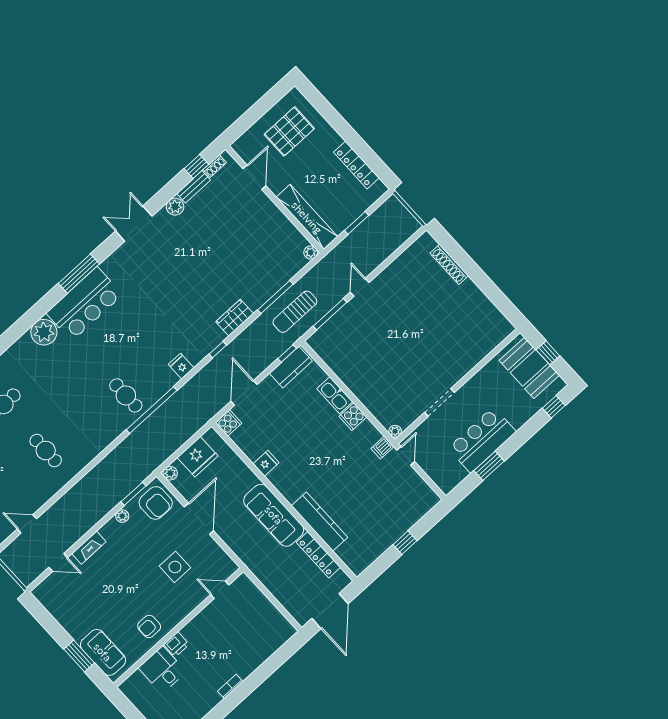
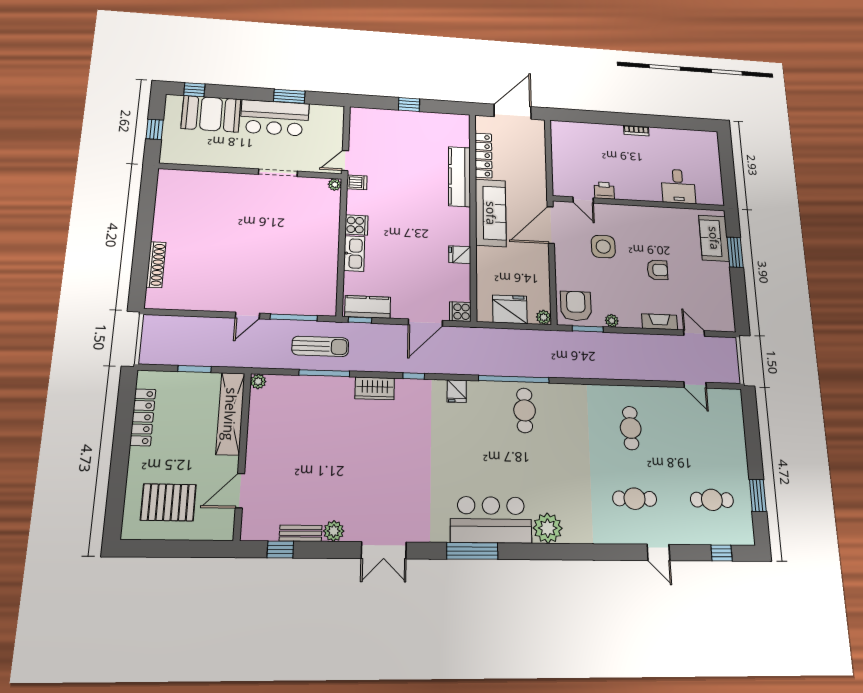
shoe rack: (215, 166) -> (264, 534), removed
booth: (529, 368) -> (211, 114), moved, turned 90
door: (199, 519) -> (551, 225), moved
armchair: (149, 626) -> (657, 270), moved
printer: (177, 644) -> (604, 191), moved

